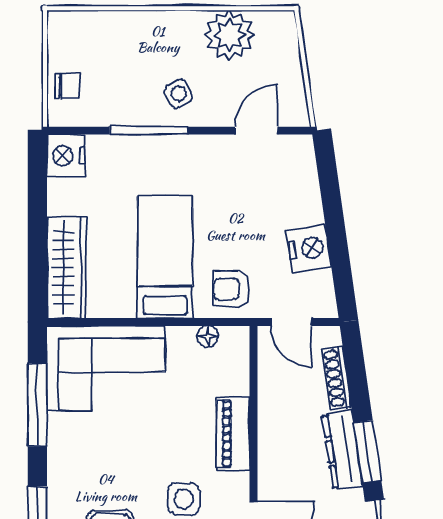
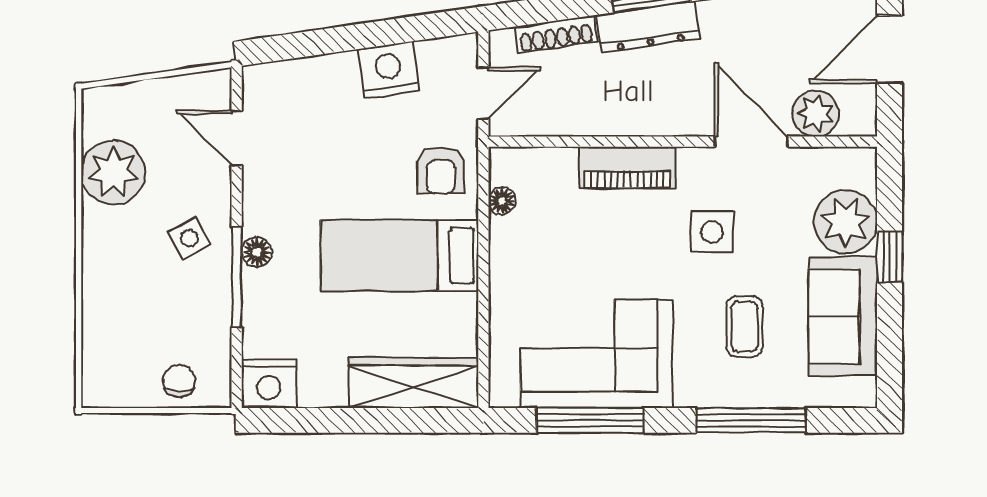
floor lamp: (168, 146) -> (257, 252), added
corner sofa: (106, 368) -> (596, 354), moved, turned -90

